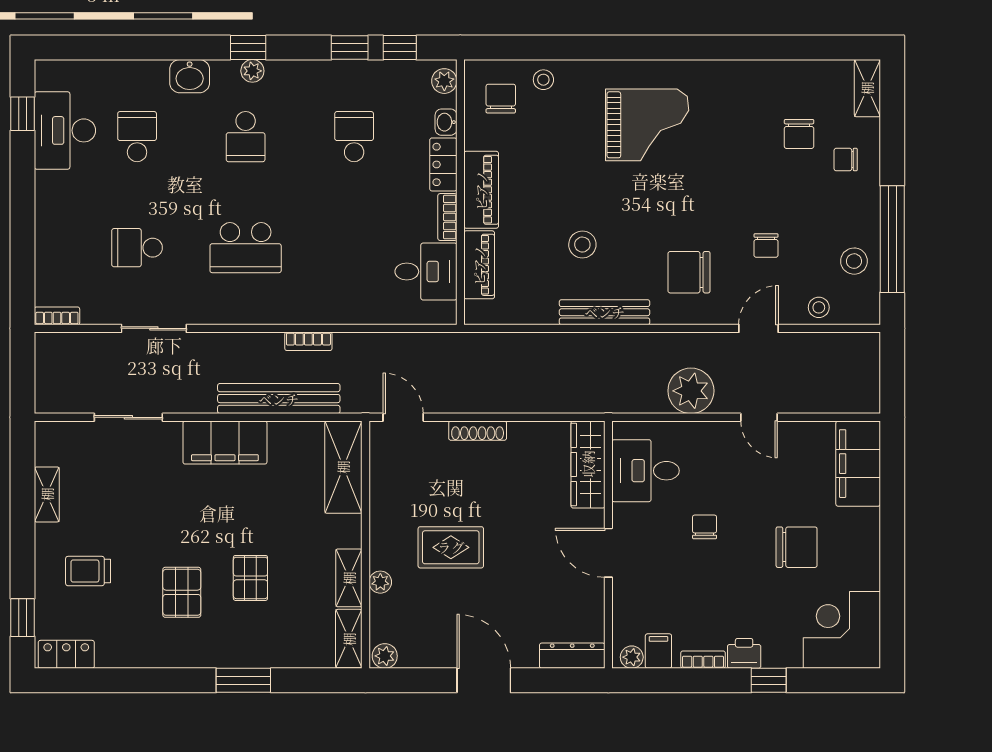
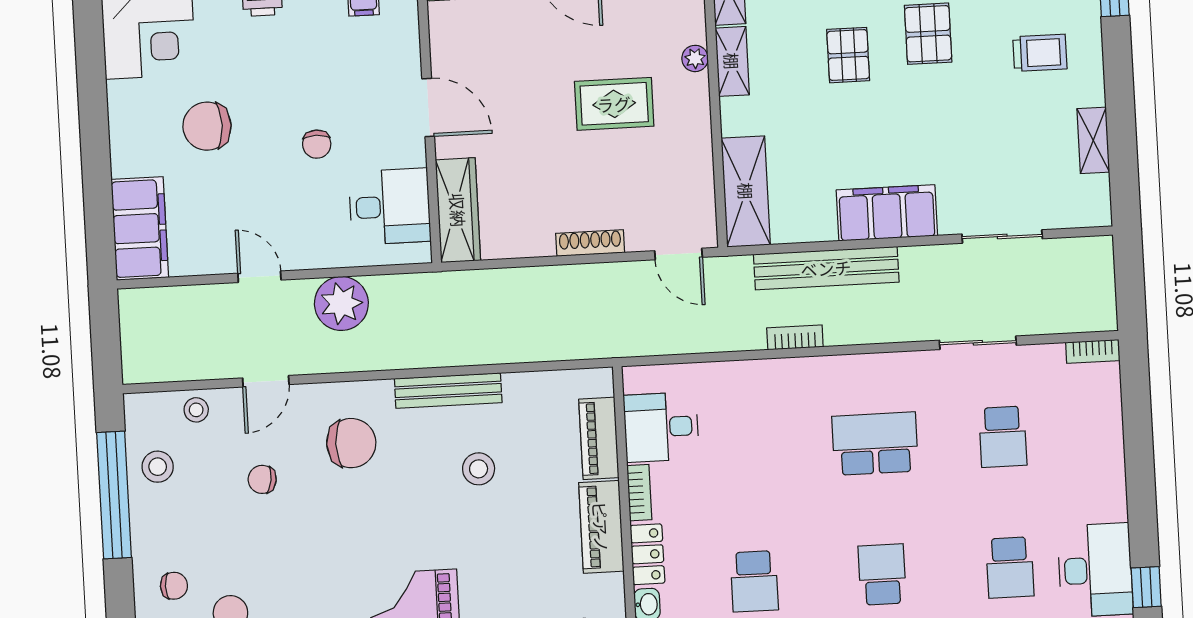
chair: (766, 246) -> (262, 479), turned -82
school desk: (137, 248) -> (1003, 437), turned 90

